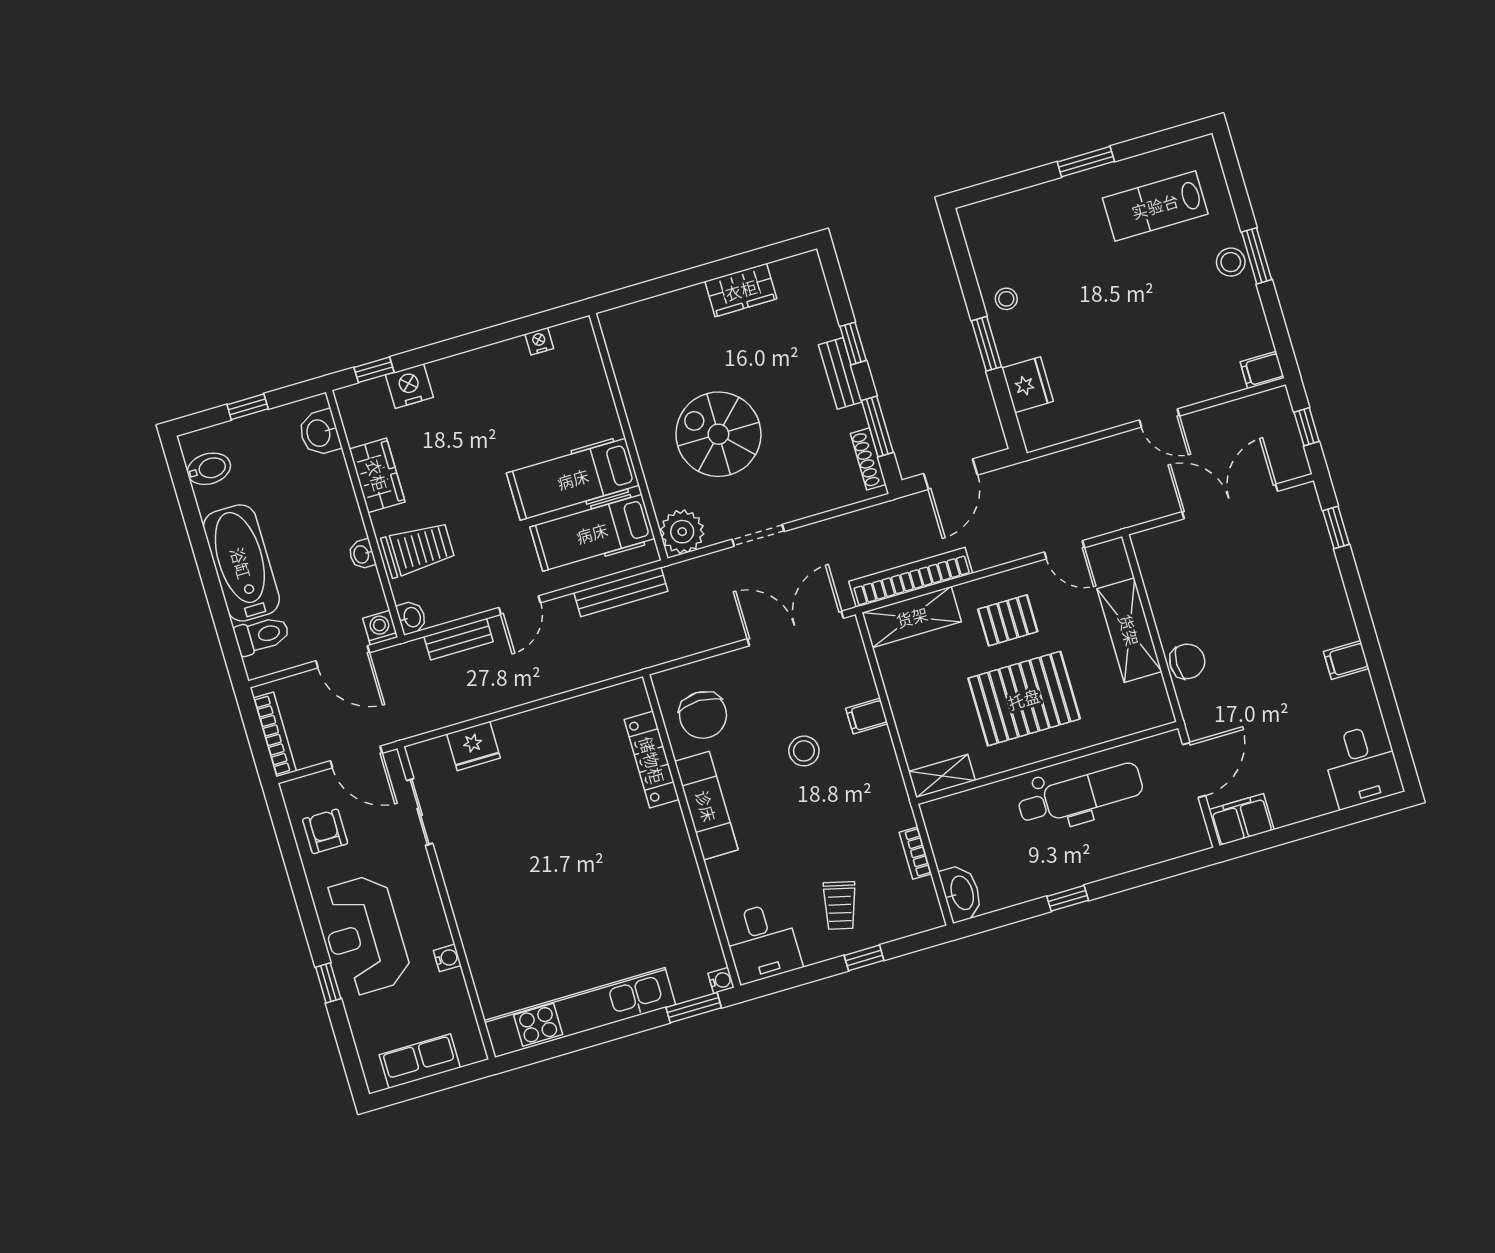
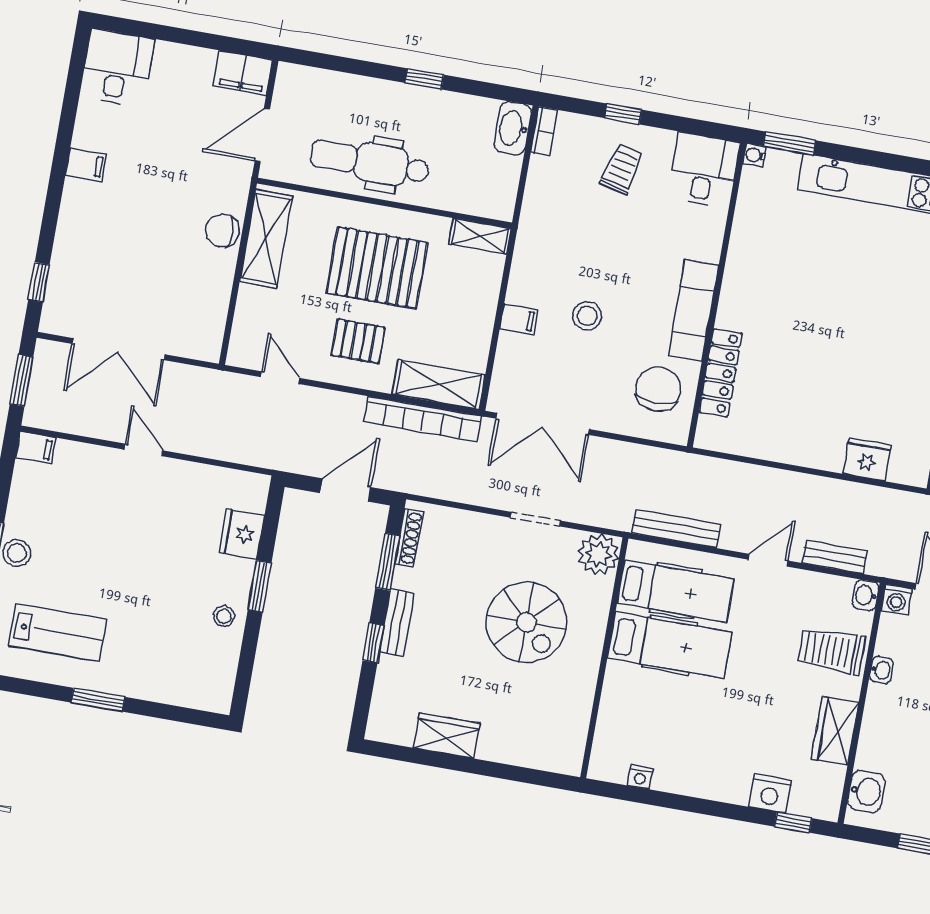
window: (1307, 427) -> (22, 380), width x1.50
shelving: (1129, 630) -> (266, 239), moved
bookcase: (915, 853) -> (544, 131), moved

